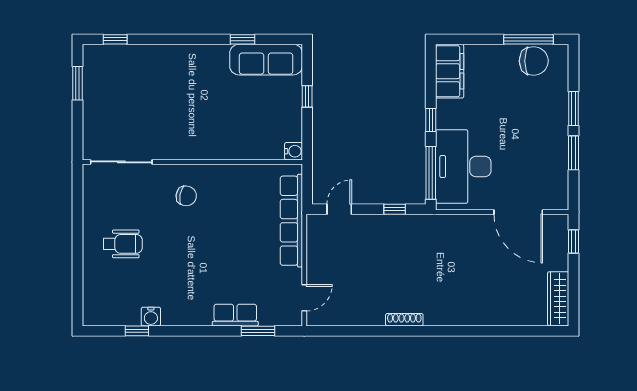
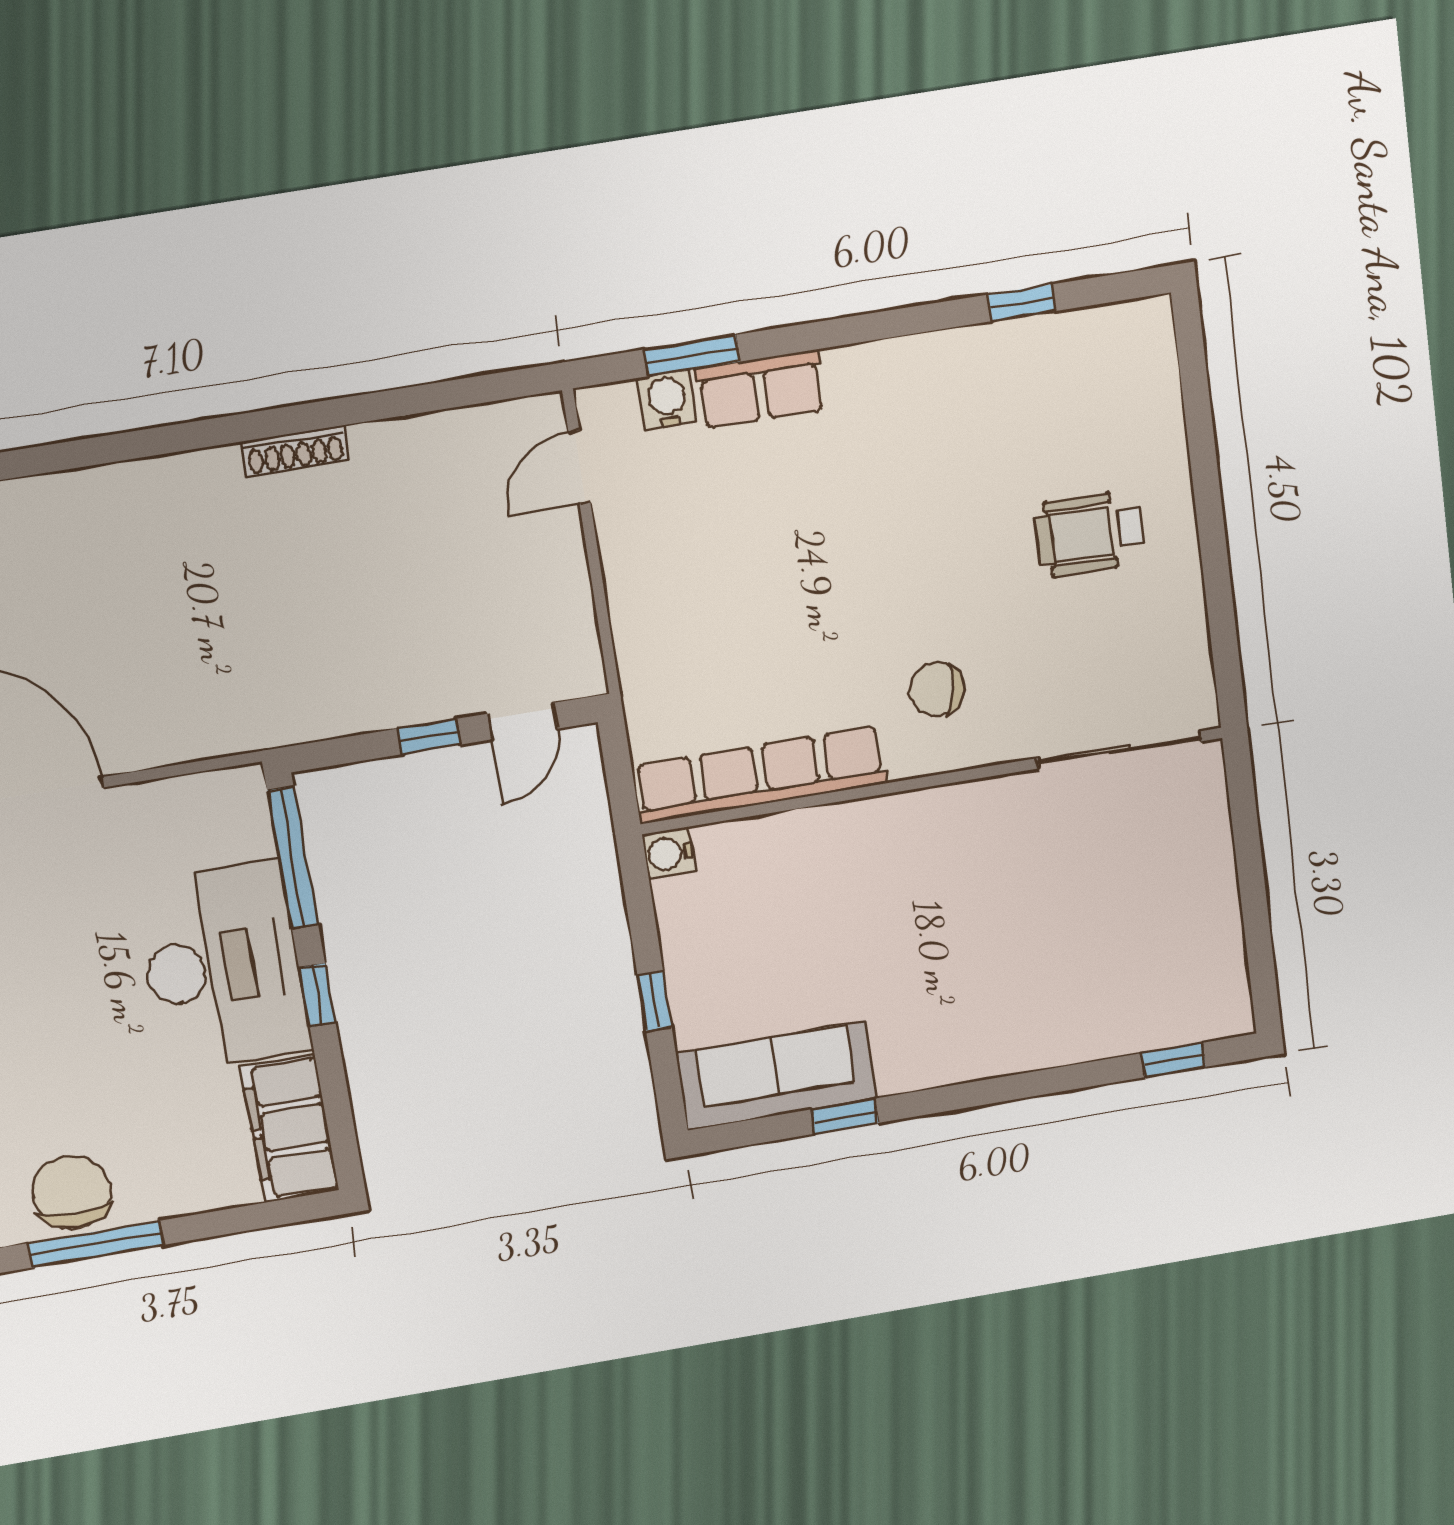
chair: (534, 61) -> (72, 1192), turned 90
window: (77, 83) -> (1258, 933), removed
desk: (463, 167) -> (223, 967), moved
window: (395, 209) -> (429, 737), moved
row of seats: (291, 221) -> (760, 775), moved, turned -90
water cooler: (151, 317) -> (667, 400), moved

